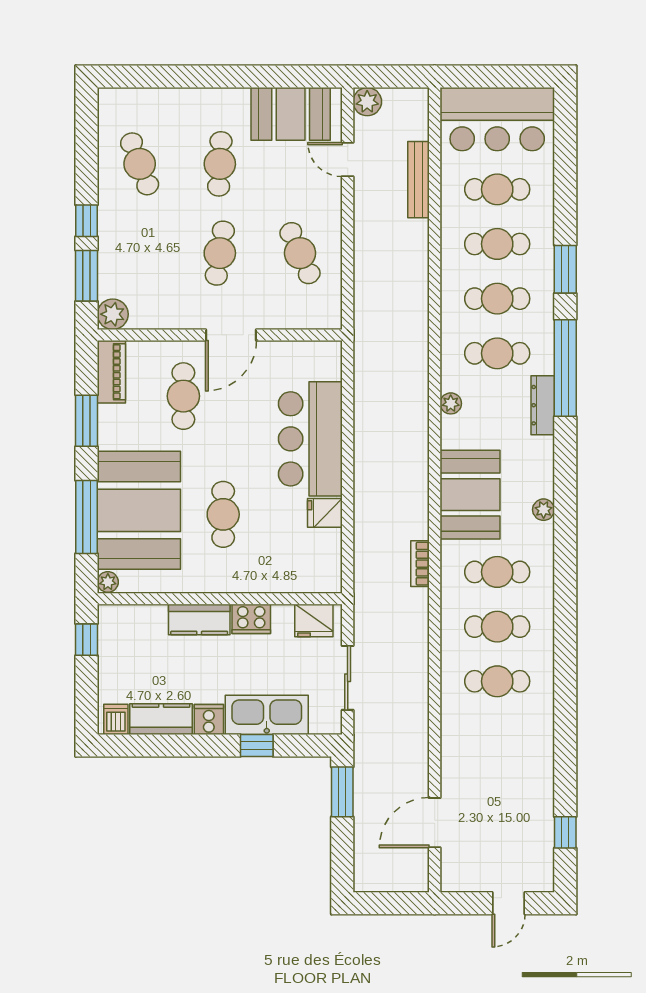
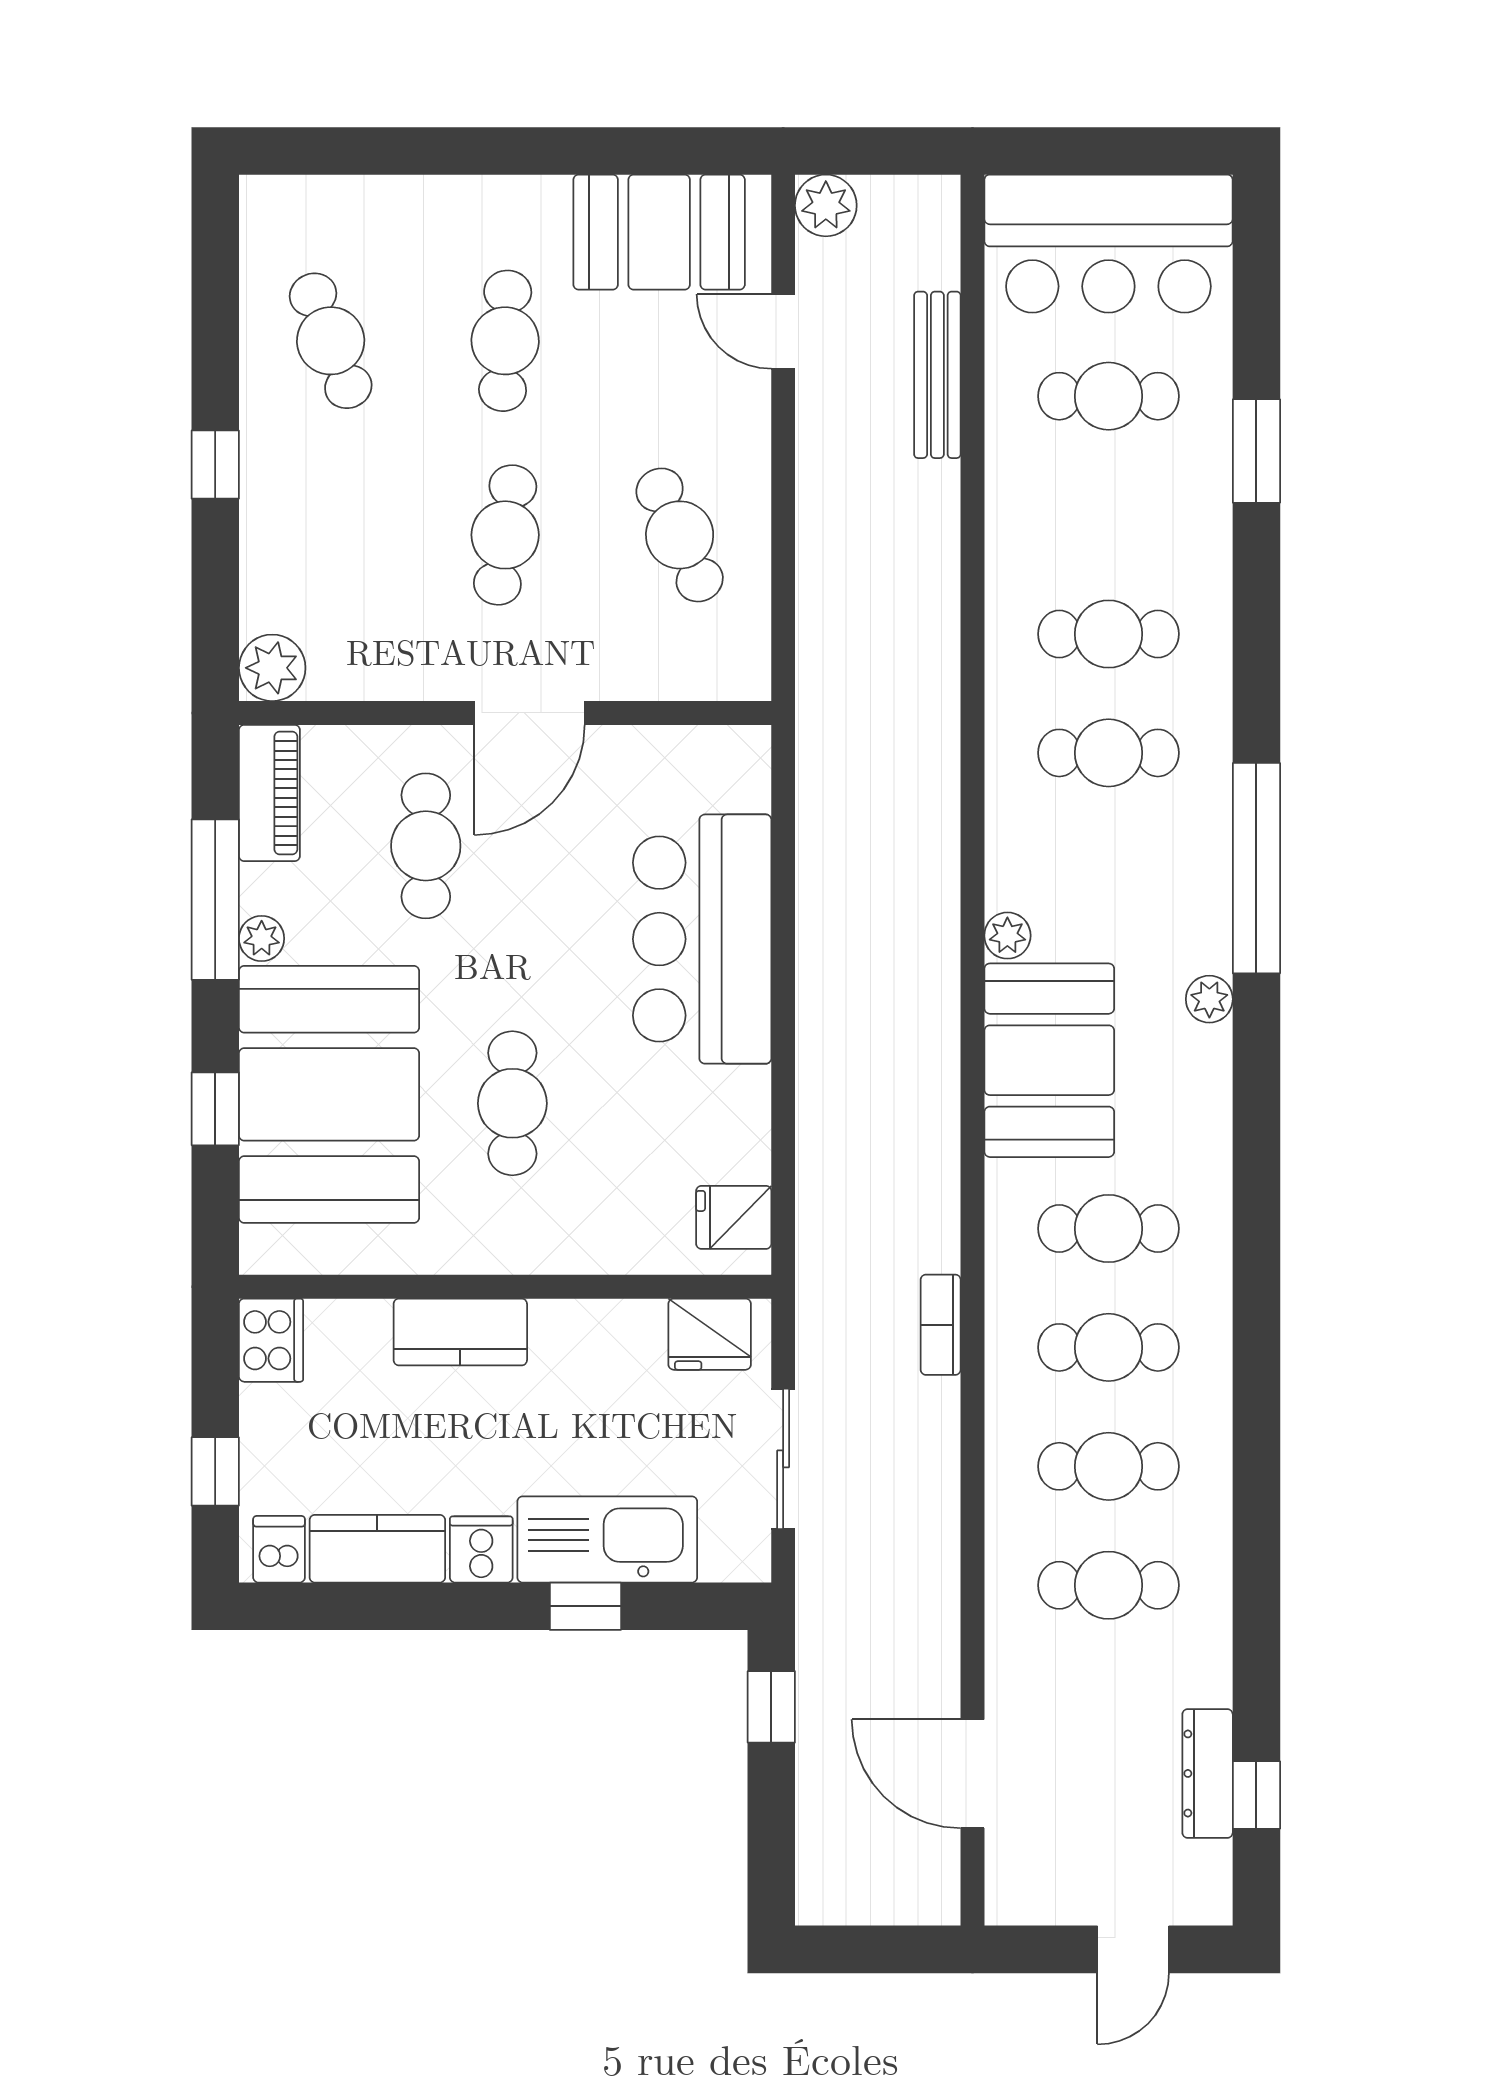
cafe table: (497, 244) -> (1109, 1585), moved
window: (565, 269) -> (1256, 451), moved
window: (87, 276) -> (215, 584), removed
window: (565, 368) -> (1256, 868), moved
plant: (451, 403) -> (1007, 936), moved
dresser: (543, 405) -> (1208, 1773), moved
window: (87, 421) -> (215, 900), width x1.44
plant: (544, 510) -> (1209, 999), moved
fridge: (325, 513) -> (734, 1217), moved
window: (87, 517) -> (215, 1109), width x0.46
bookcase: (420, 564) -> (941, 1325), moved
plant: (108, 582) -> (262, 938), moved
cooker: (251, 619) -> (271, 1340), moved, turned -90
window: (87, 640) -> (215, 1471), moved
window: (342, 792) -> (771, 1707), width x0.67
door: (435, 823) -> (972, 1774), hinge flipped

